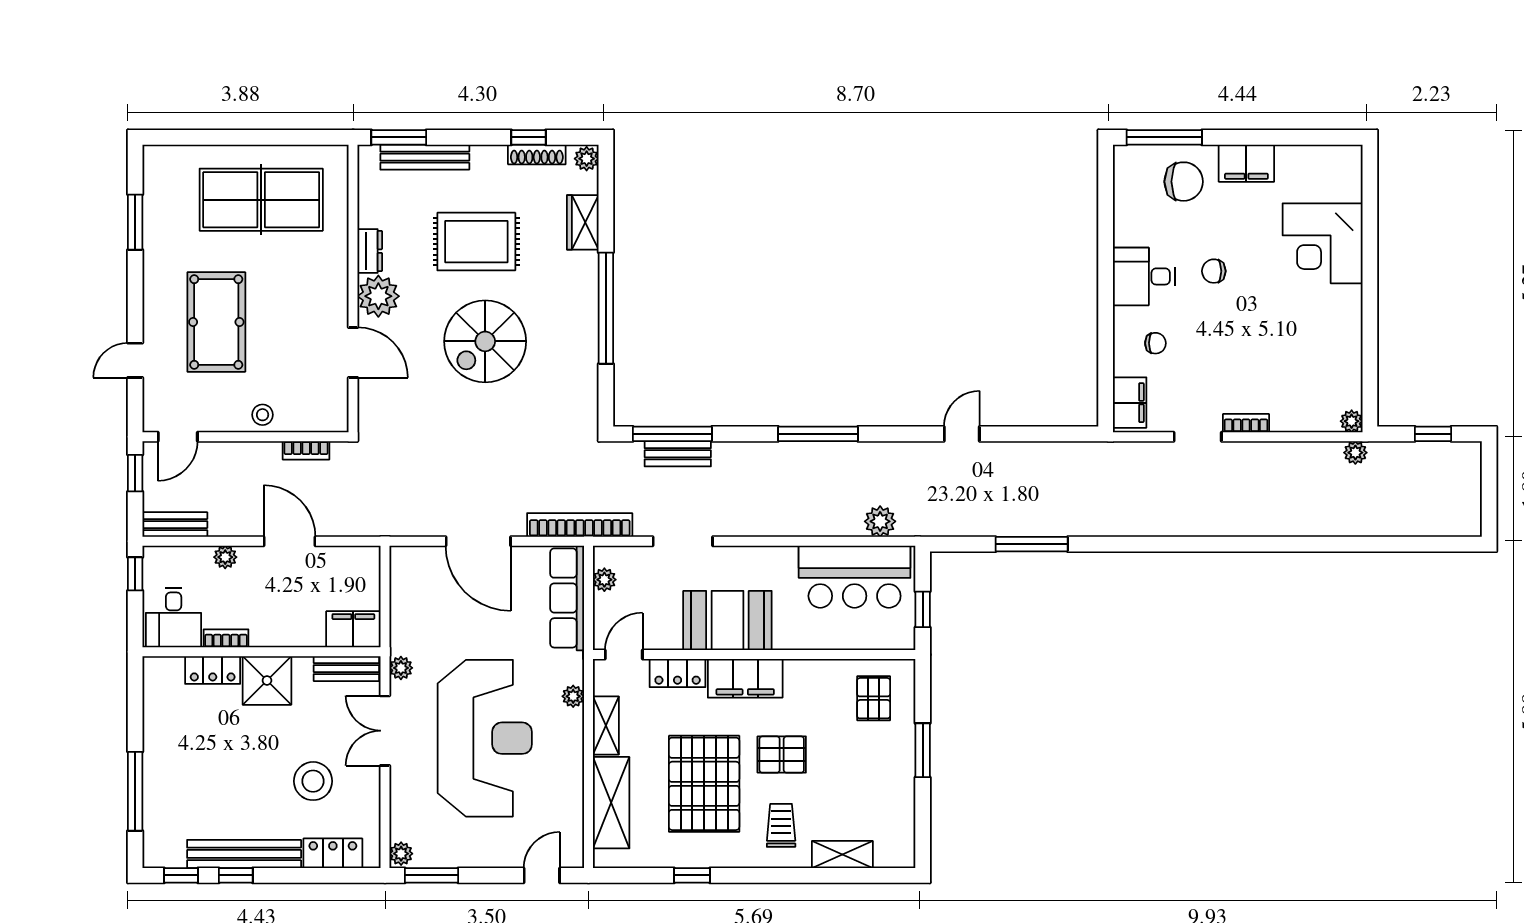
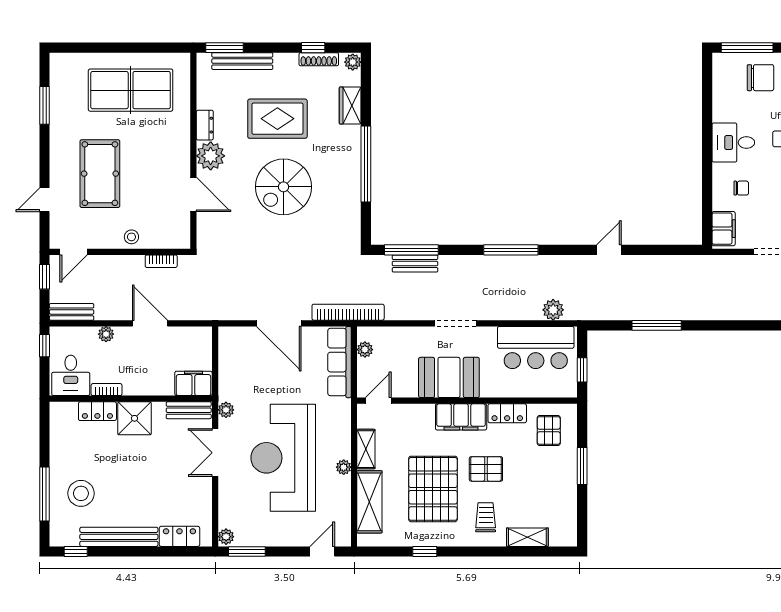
doorway: (683, 541) -> (456, 323), moved
locker: (678, 673) -> (507, 413), moved
plant: (573, 696) -> (344, 467), moved
reception desk: (485, 738) -> (283, 458), turned 180
stool: (313, 781) -> (81, 493), moved
window: (236, 875) -> (113, 551), removed

